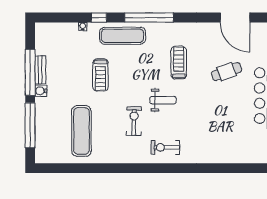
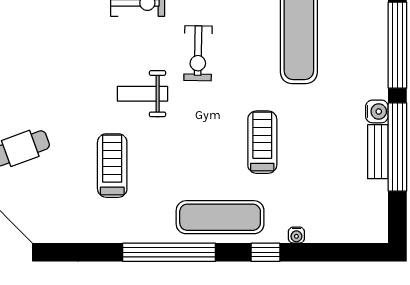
treadmill: (179, 63) -> (112, 166), turned 180

